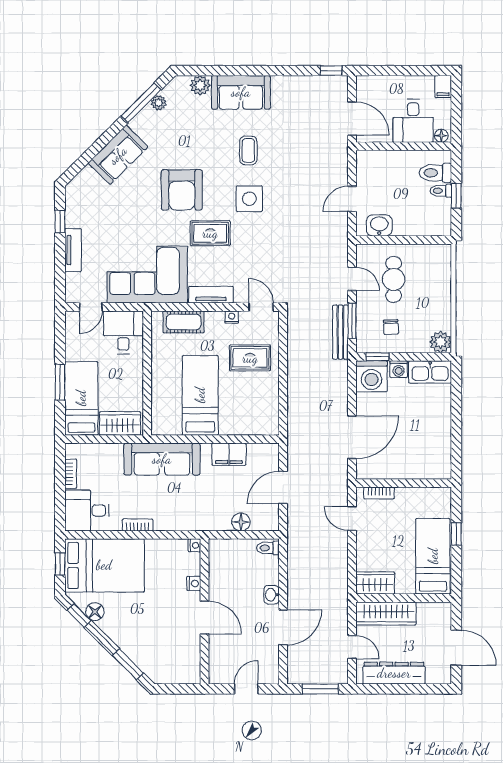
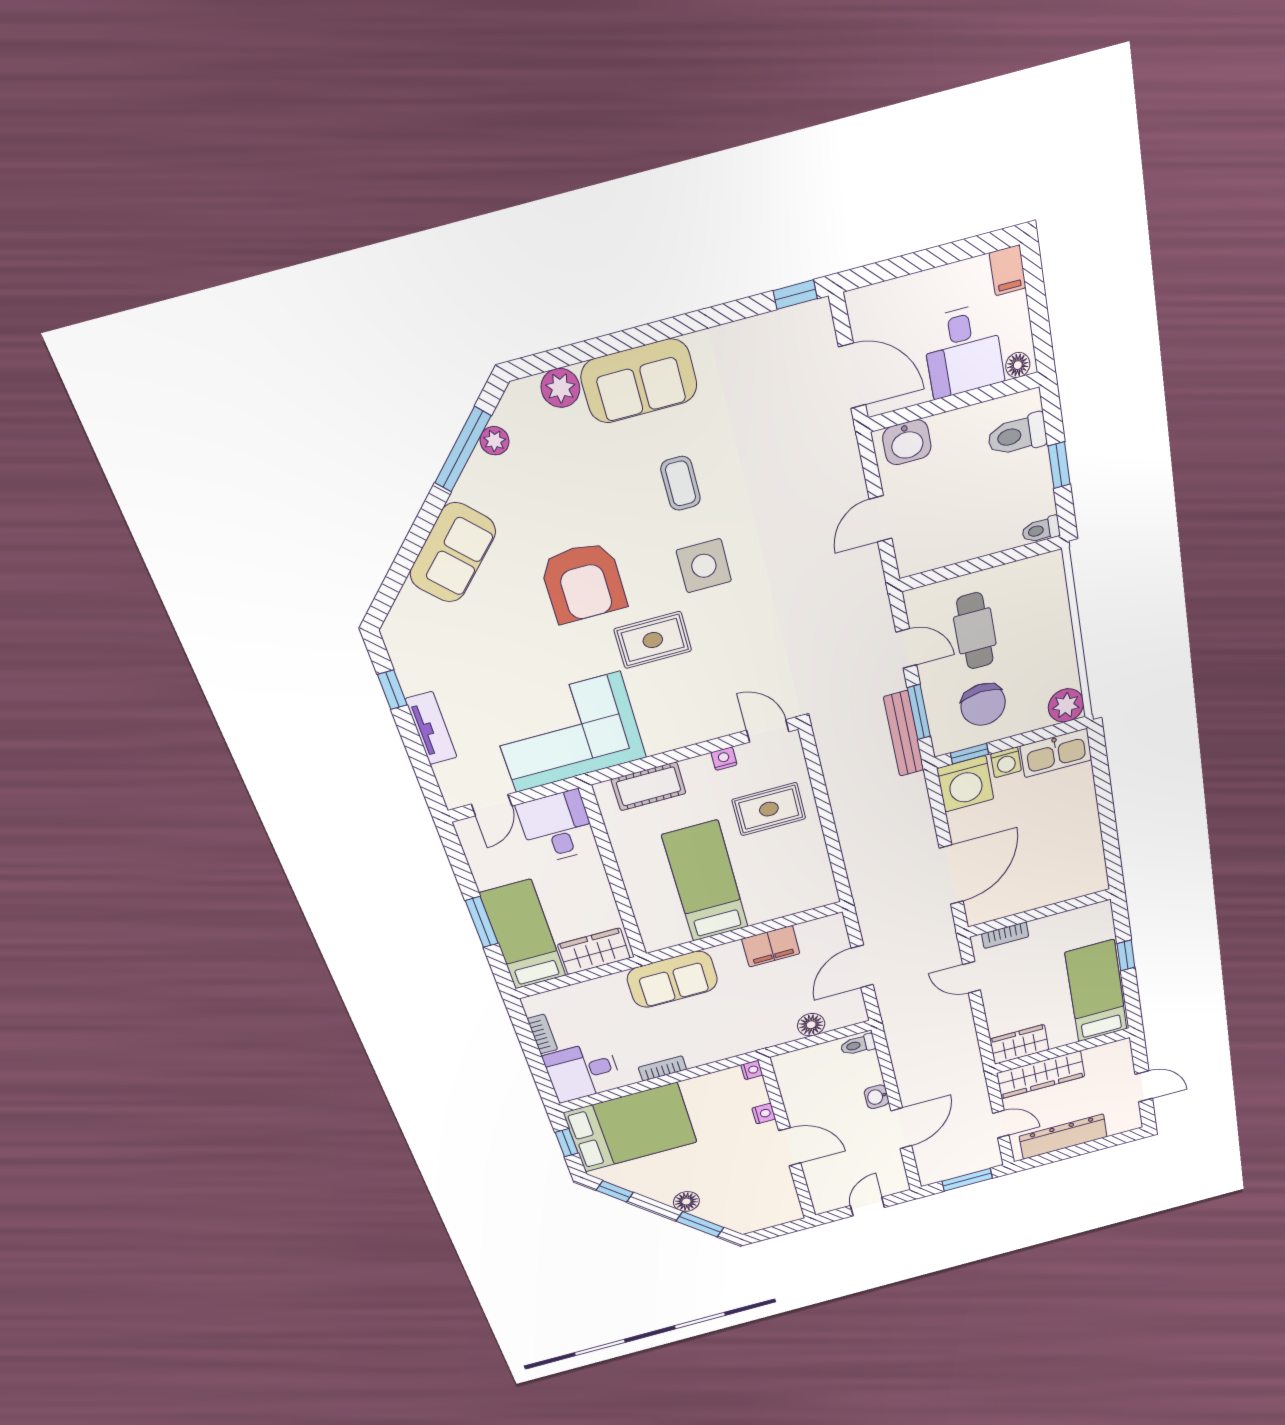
toilet: (441, 191) -> (1041, 530), moved
washbasin: (379, 225) -> (907, 442), moved, turned 180
tv unit: (211, 295) -> (681, 735), removed
chair: (391, 327) -> (983, 705), width x1.87, depth x1.87
sofa: (162, 459) -> (672, 979), width x0.73
floor lamp: (95, 612) -> (686, 1202), moved
door: (456, 648) -> (1144, 1086), width x0.73

